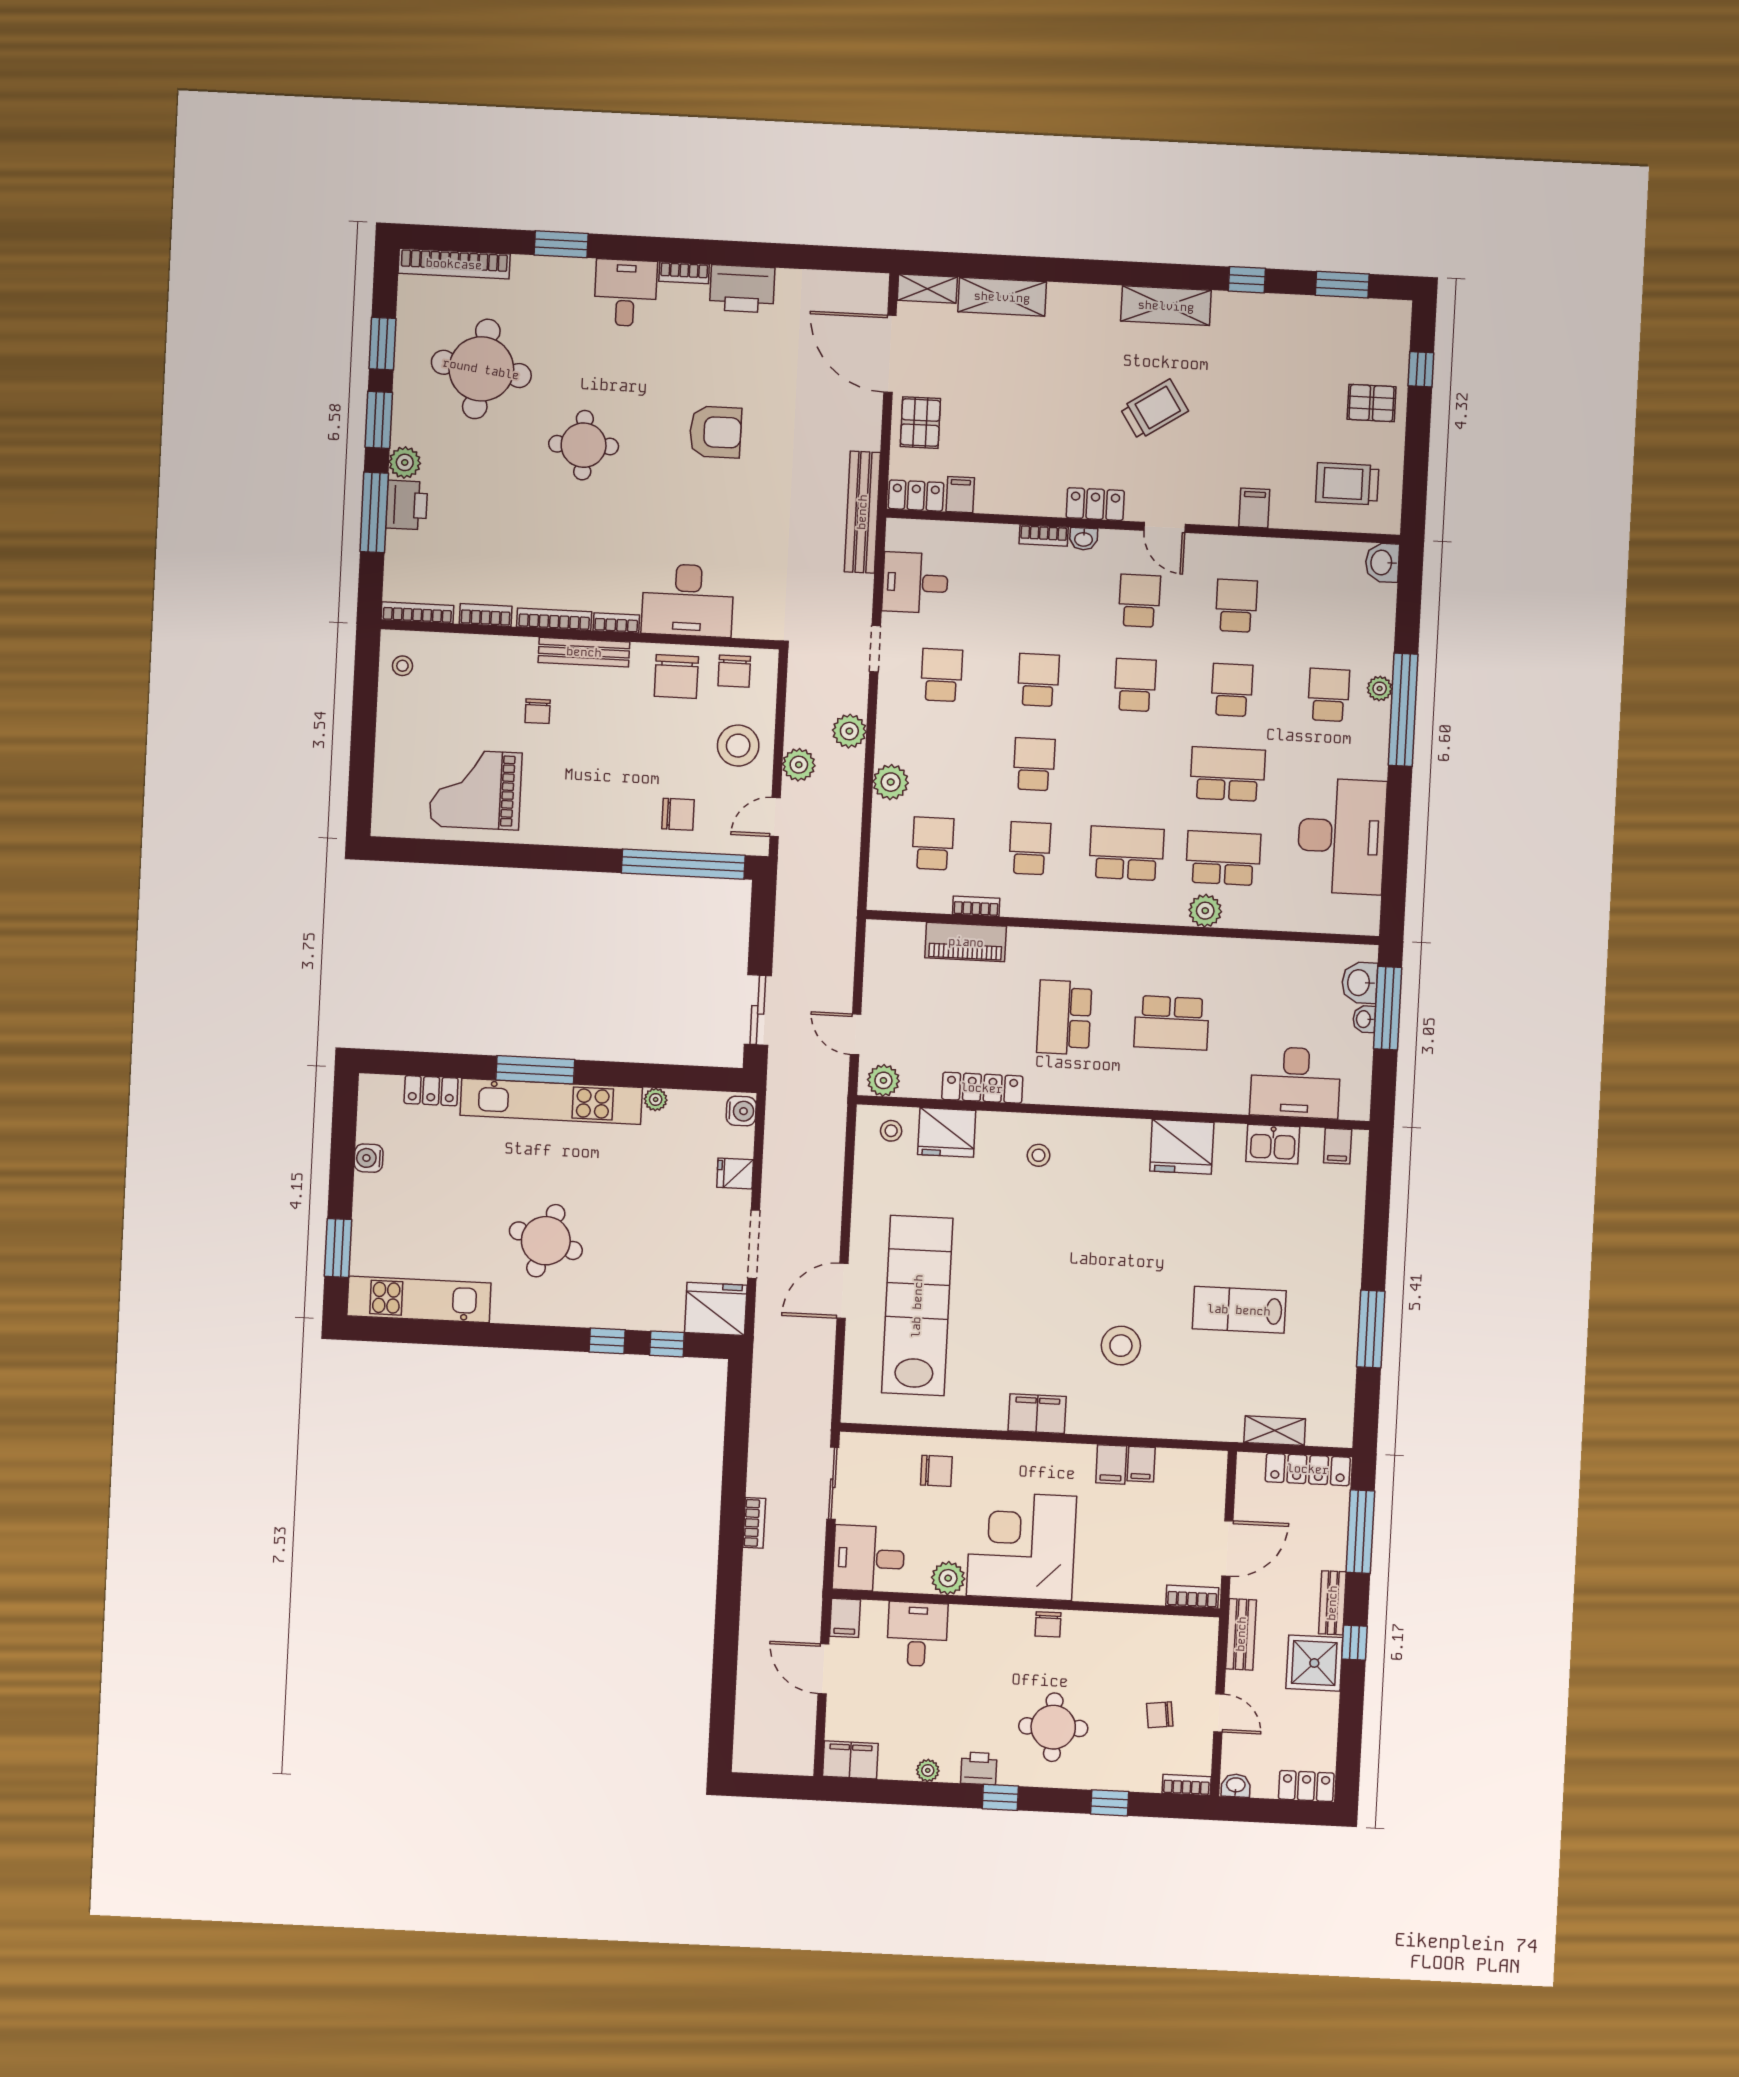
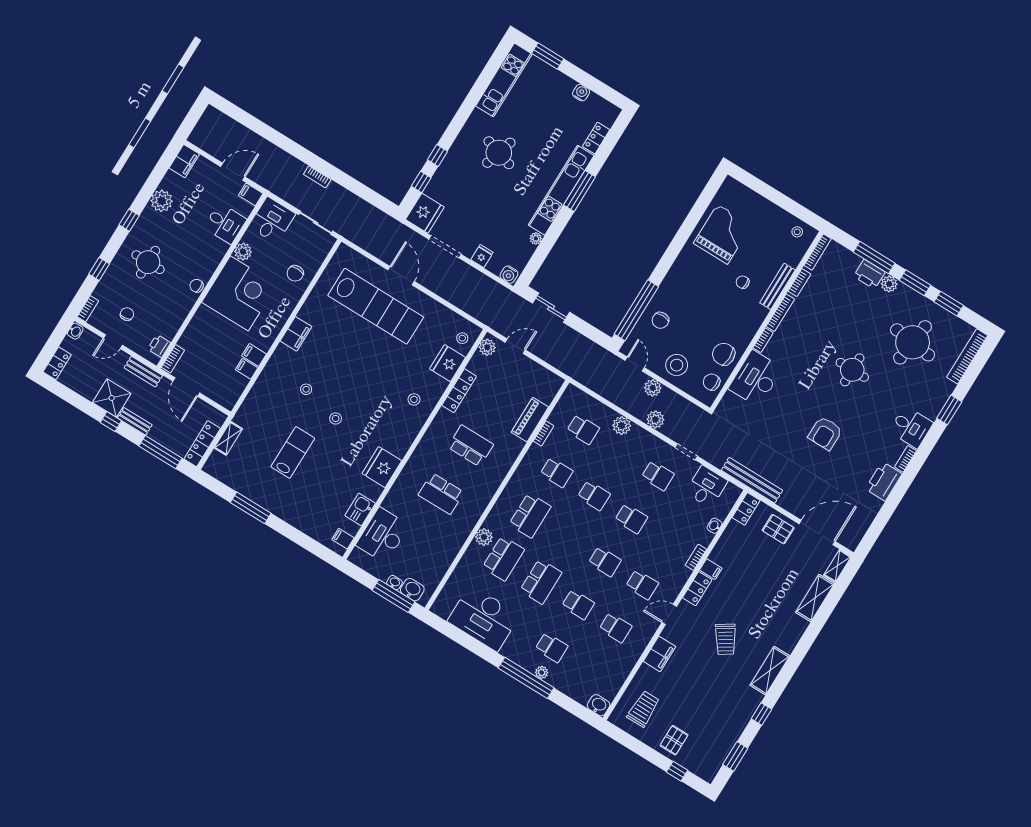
filing cabinet: (960, 495) -> (711, 569), moved
filing cabinet: (1254, 508) -> (659, 654), width x2.00
washbasin: (1084, 539) -> (714, 526), moved
bench: (584, 652) -> (777, 286), moved
school desk: (1172, 1023) -> (441, 494), turned -90
stool: (1143, 1269) -> (336, 418), added
stool: (1121, 1346) -> (306, 389), width x0.53, depth x0.53
printer: (979, 1768) -> (159, 346), moved, turned 180
plant: (928, 1770) -> (162, 201), width x1.88, depth x1.88

